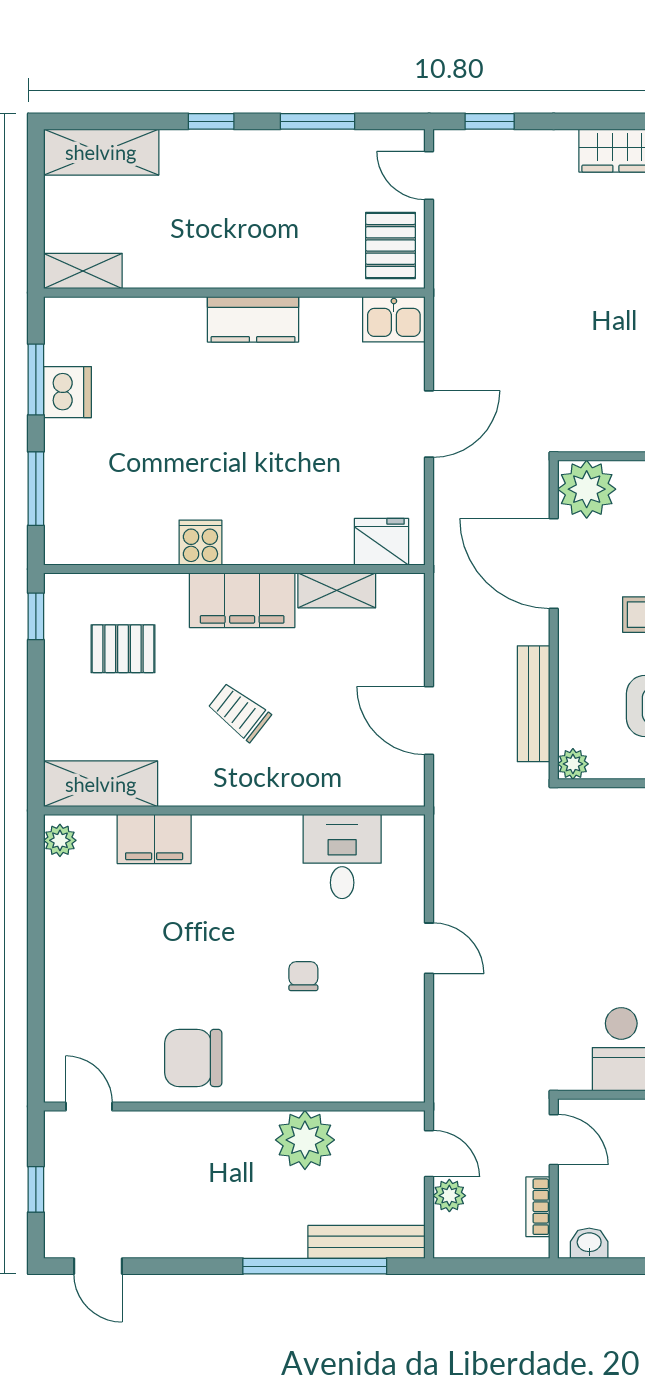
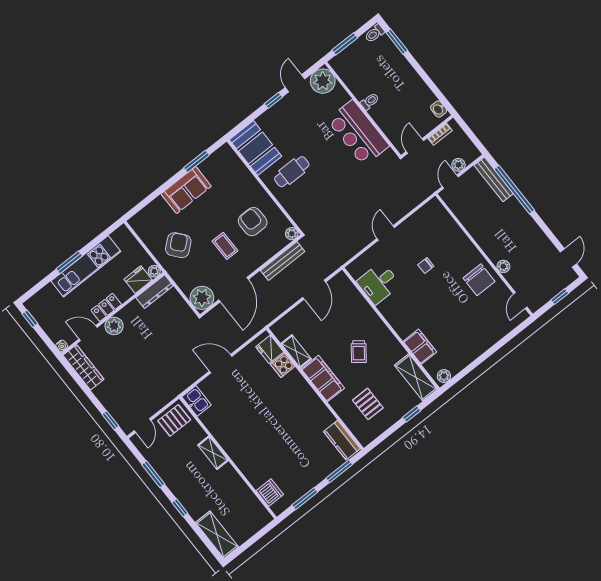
shelving: (83, 271) -> (213, 453), moved
kitchen counter: (253, 319) -> (342, 440), moved, turned 180
dishwasher: (67, 392) -> (270, 493), moved, turned 90
cooker: (200, 543) -> (283, 365), moved
window: (36, 616) -> (412, 414), moved
plant: (305, 1140) -> (503, 266), moved, width x0.53, depth x0.53

